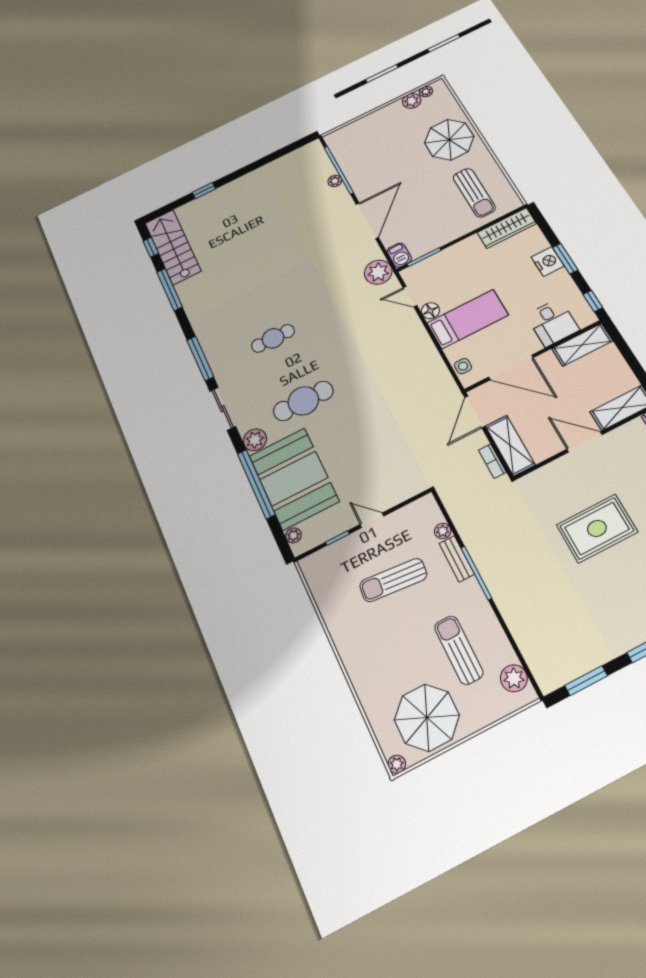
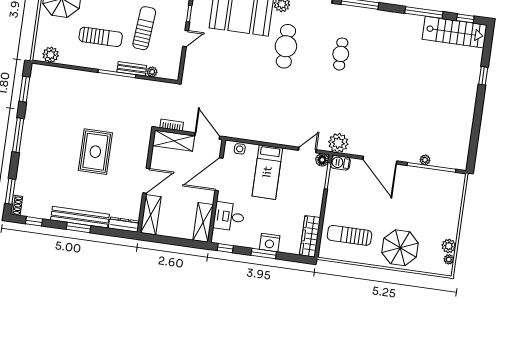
floor lamp: (430, 311) -> (322, 160), moved
sun lounger: (459, 650) -> (101, 37), moved

